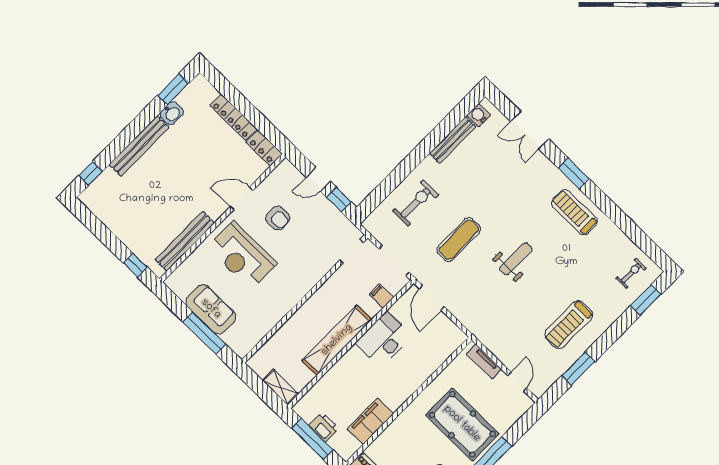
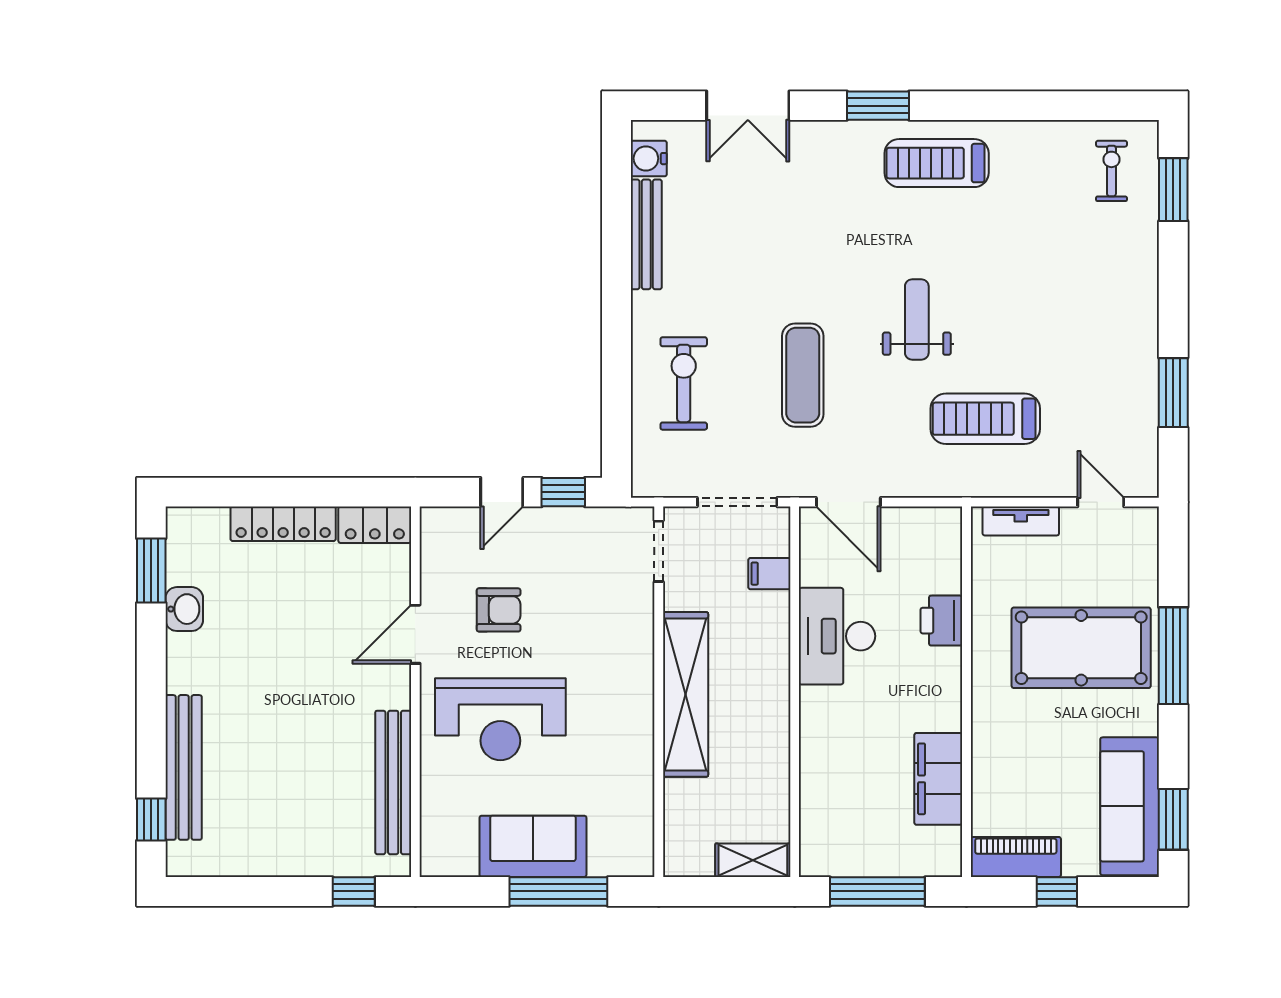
bench: (139, 146) -> (184, 767), moved
treadmill: (569, 324) -> (985, 419), moved, turned 90
shelving: (337, 340) -> (686, 694), moved
printer: (324, 427) -> (941, 621), moved, turned -90

